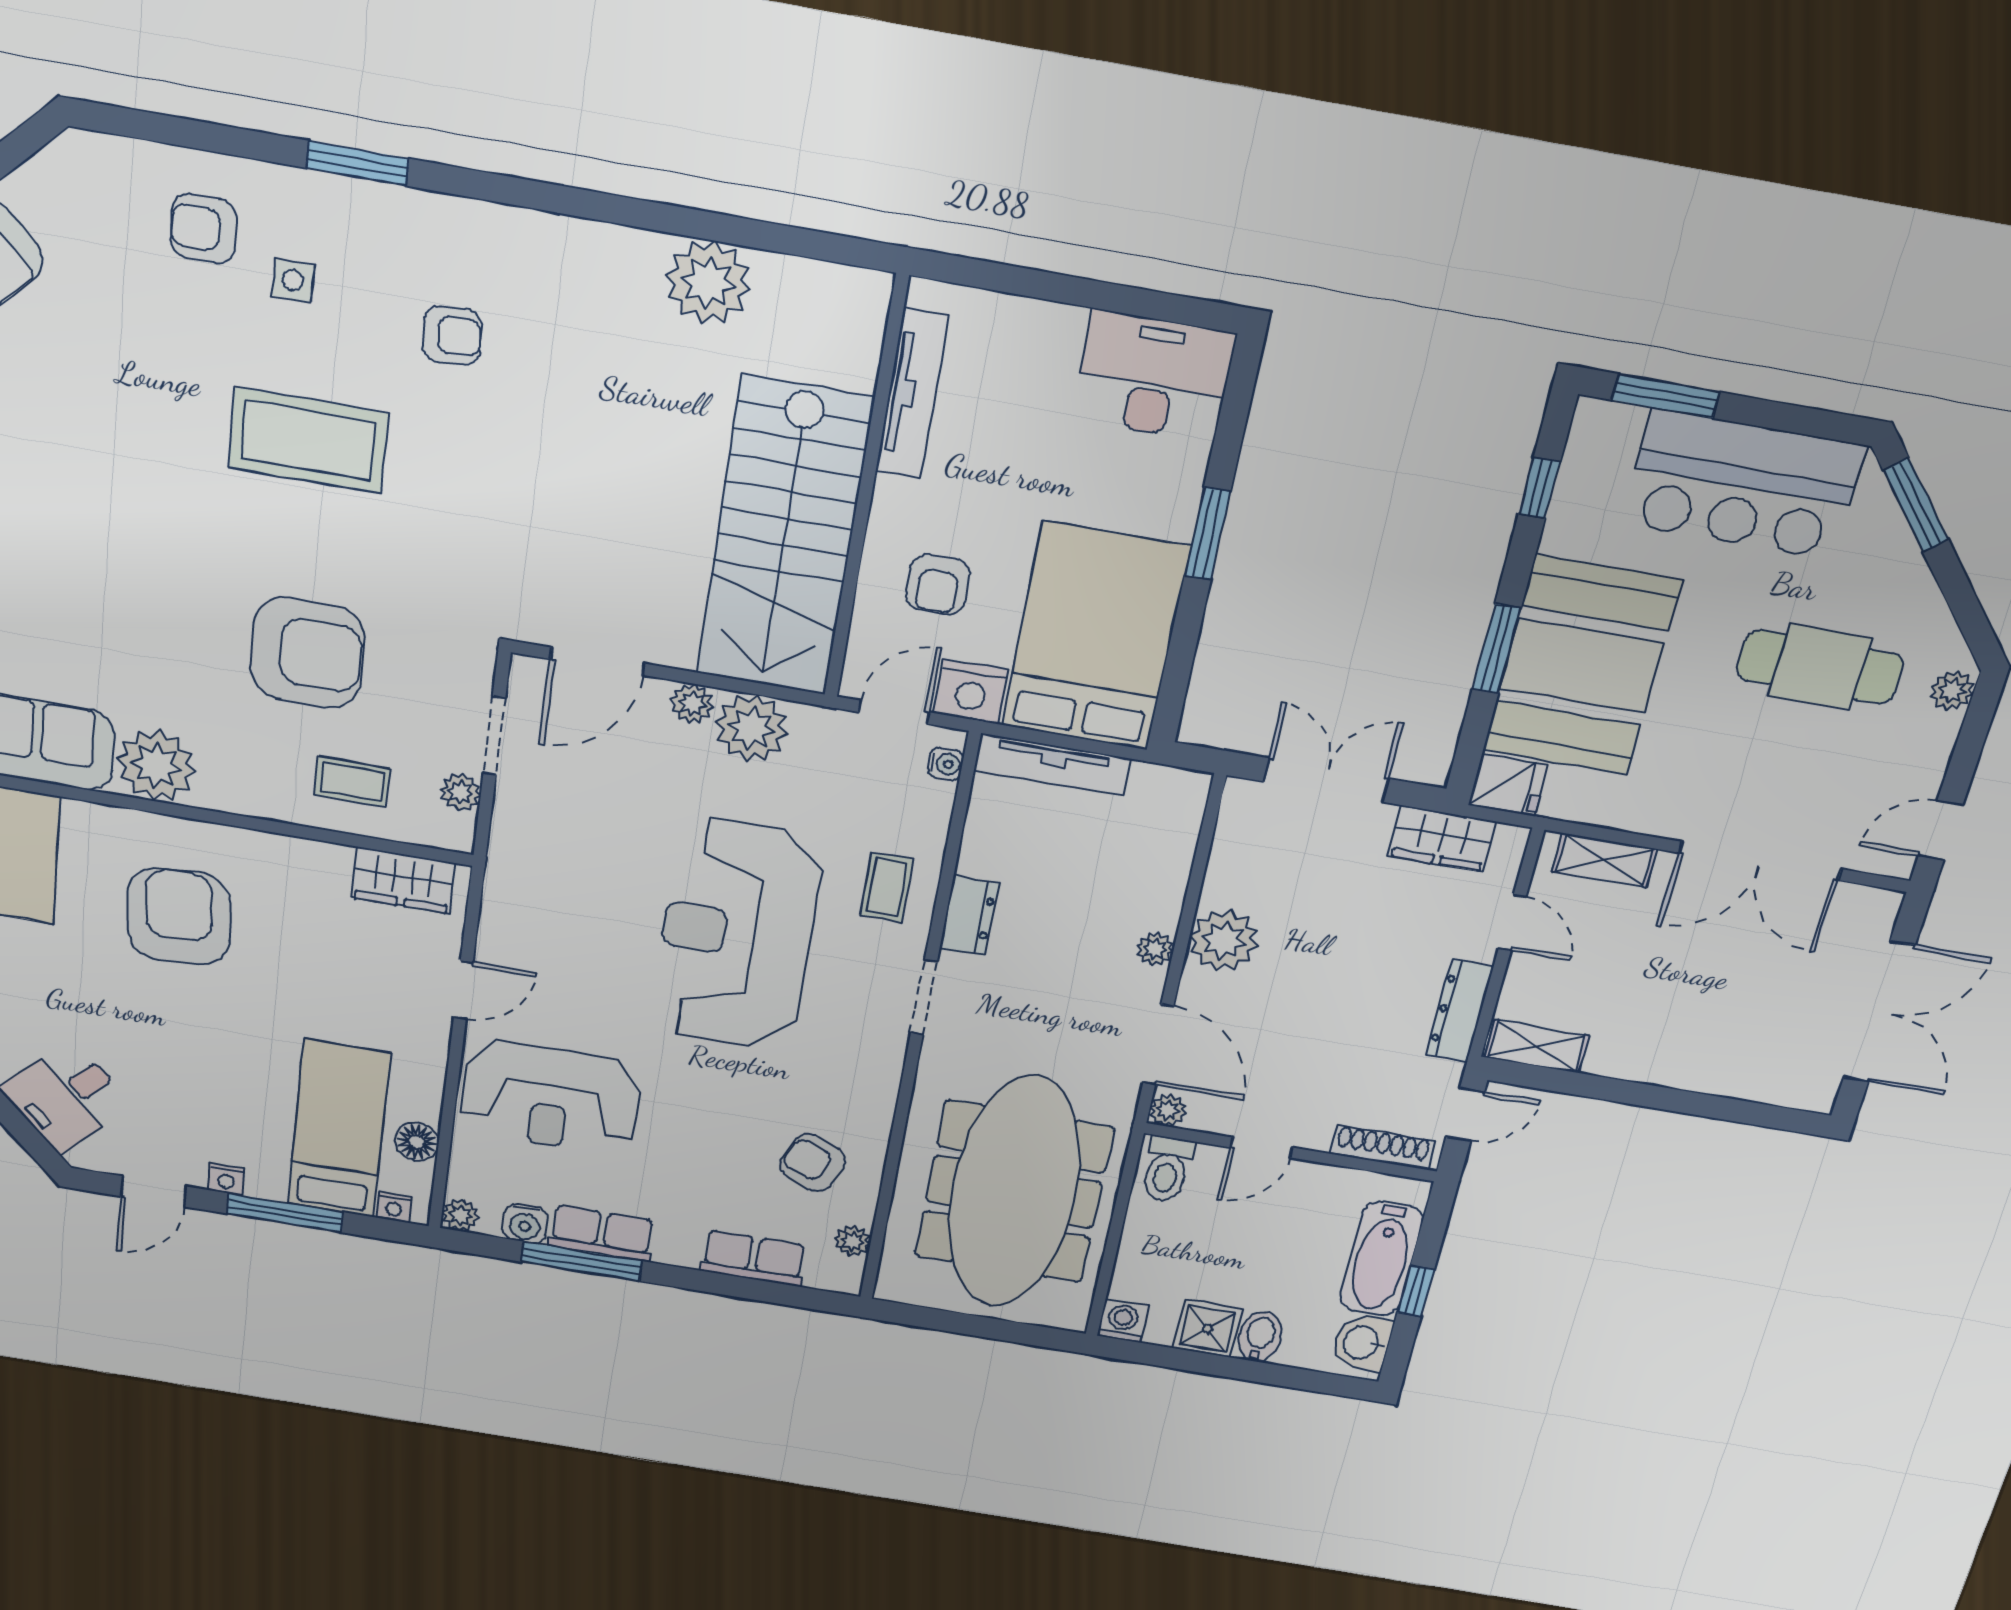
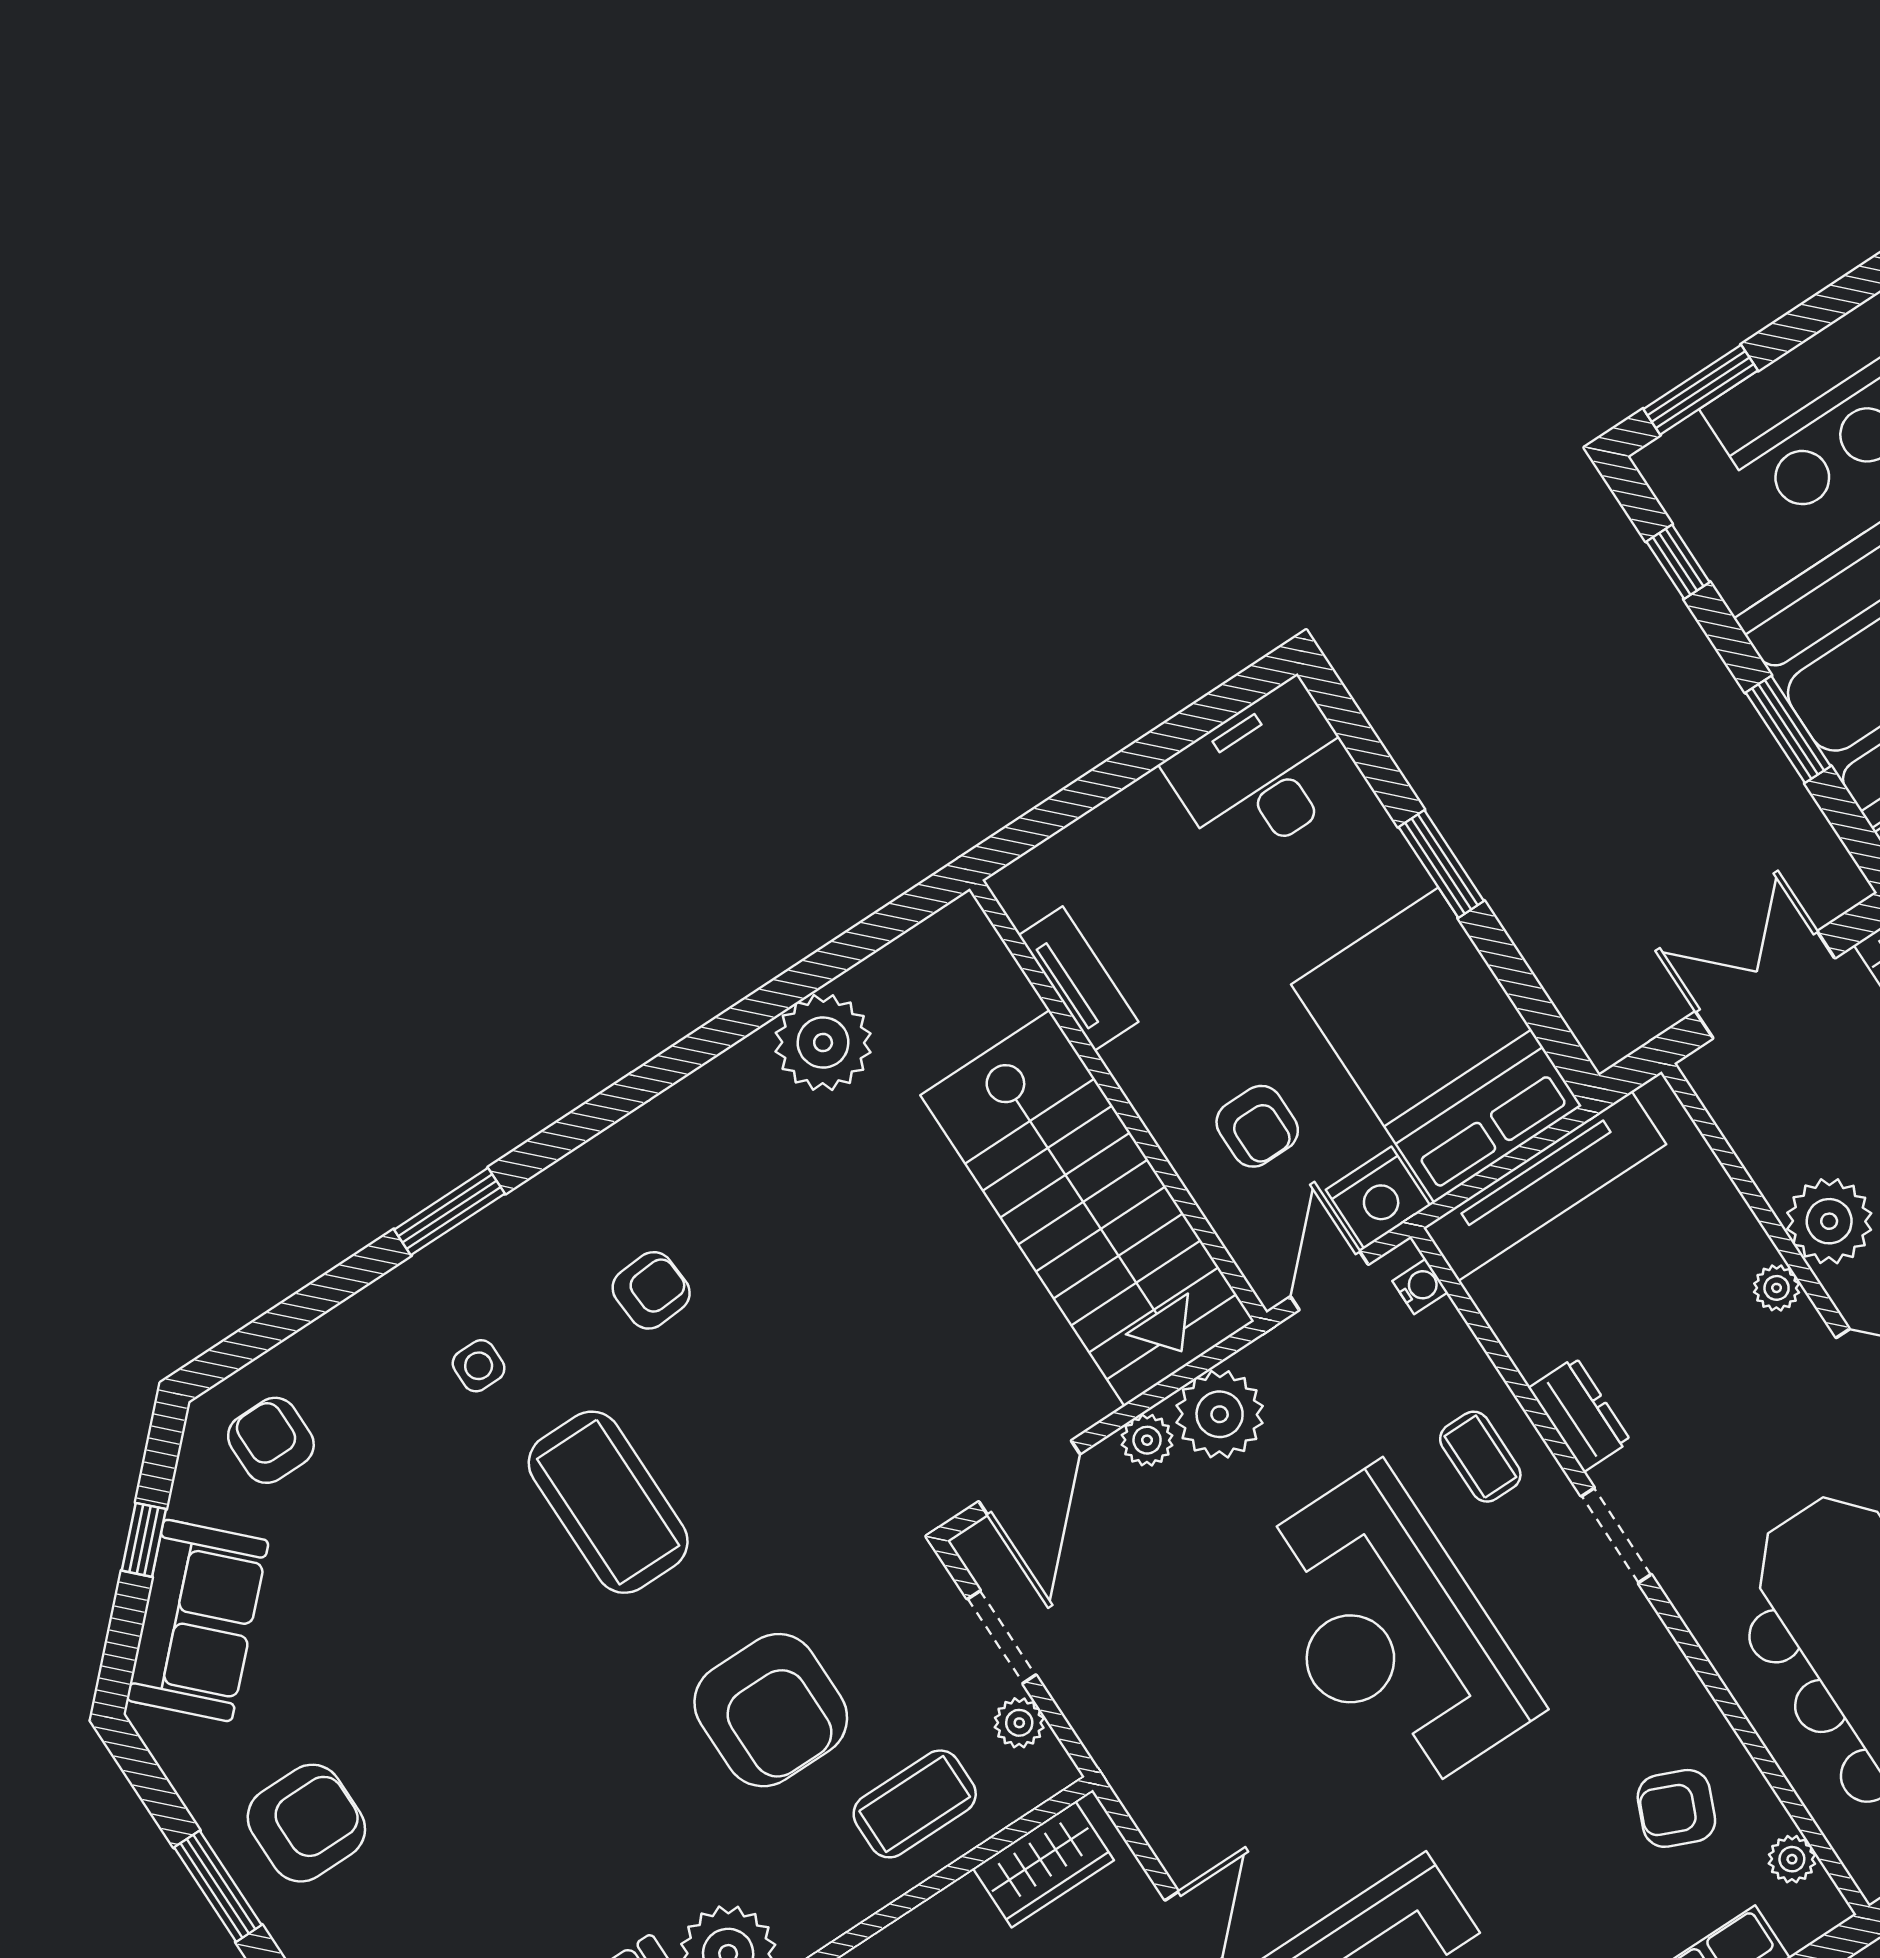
armchair: (203, 229) -> (271, 1440), moved, turned 90
tv unit: (912, 394) -> (1078, 979), width x0.71
coffee table: (308, 440) -> (608, 1502), turned 90
armchair: (307, 653) -> (771, 1710), turned 90
tv unit: (1052, 765) -> (1545, 1186), width x1.36, depth x1.29
coffee table: (352, 782) -> (915, 1804), width x1.36, depth x1.30

